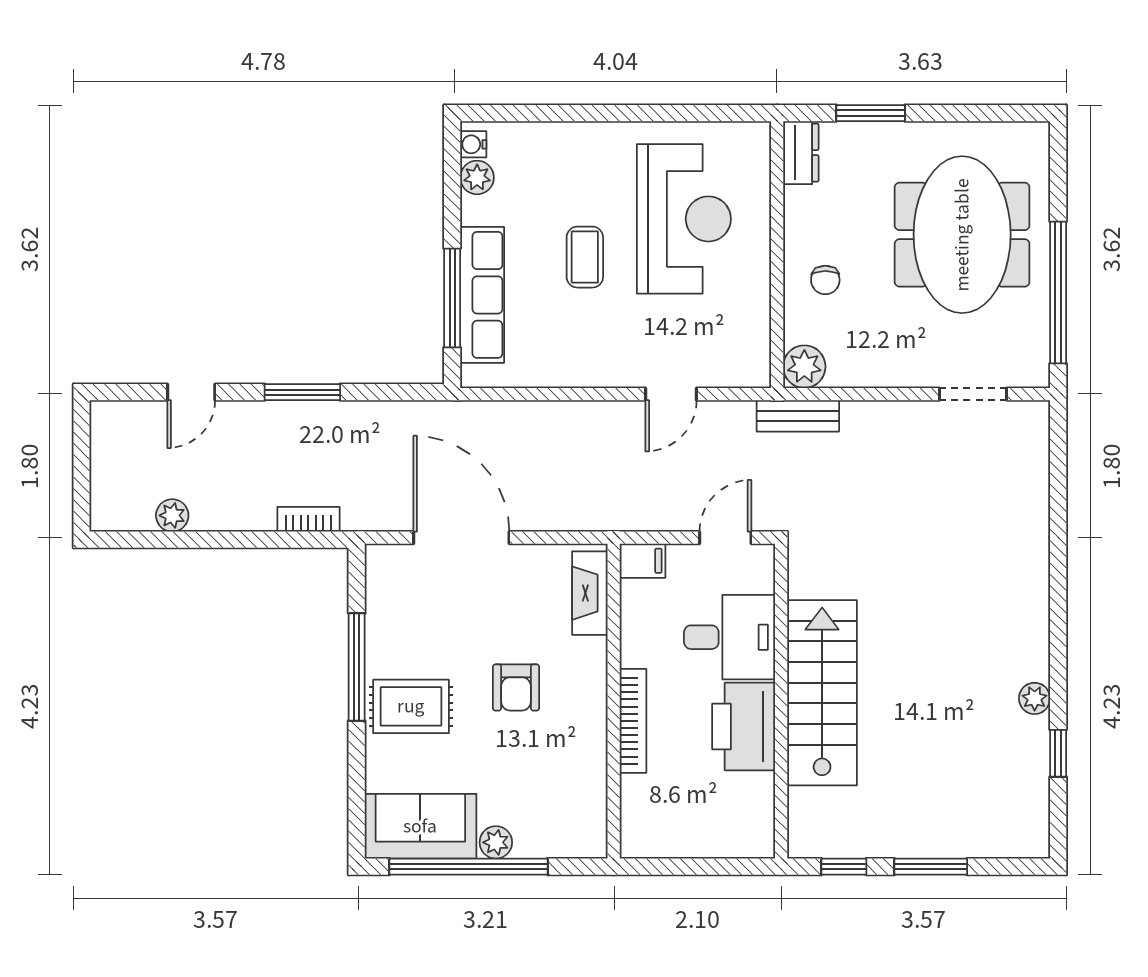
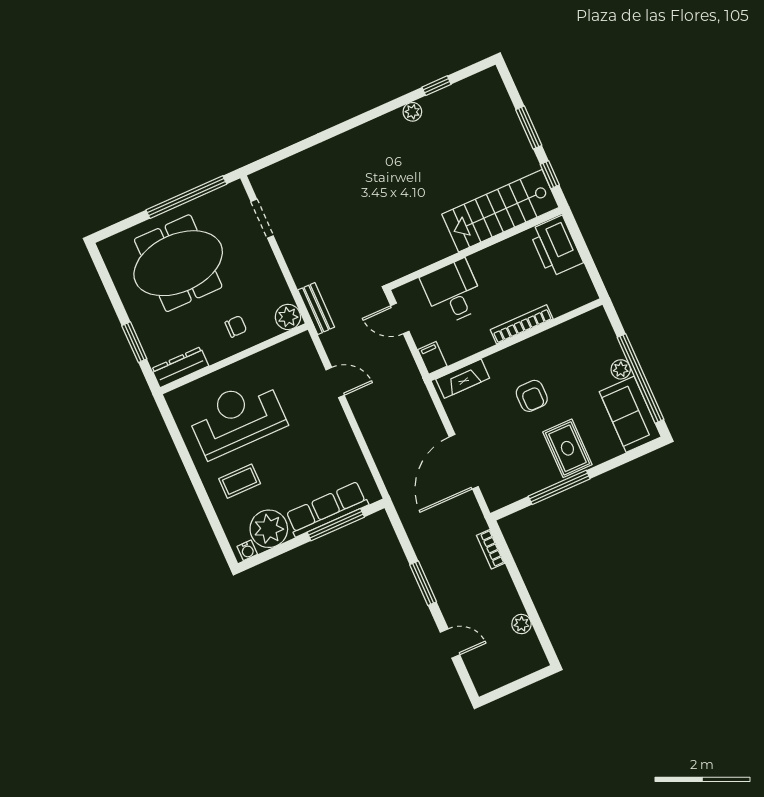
dresser: (801, 153) -> (180, 367), width x1.44
plant: (477, 177) -> (269, 529), width x1.88, depth x1.88
coffee table: (585, 257) -> (240, 481), moved
armchair: (516, 687) -> (532, 396), turned 90
stairs: (822, 693) -> (500, 211), moved
printer: (744, 726) -> (556, 246), moved, turned 90

